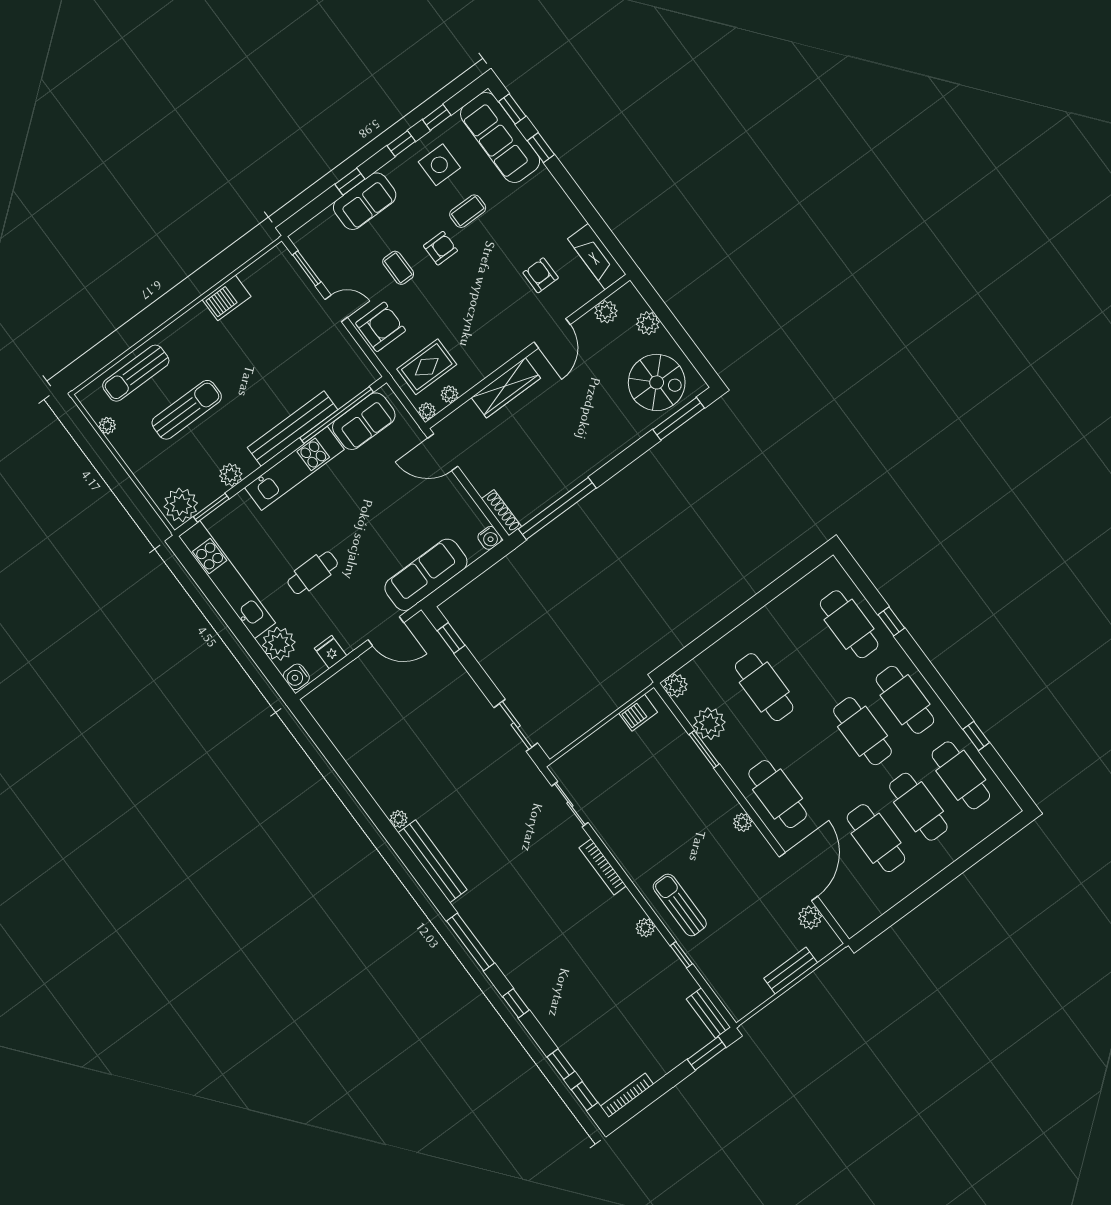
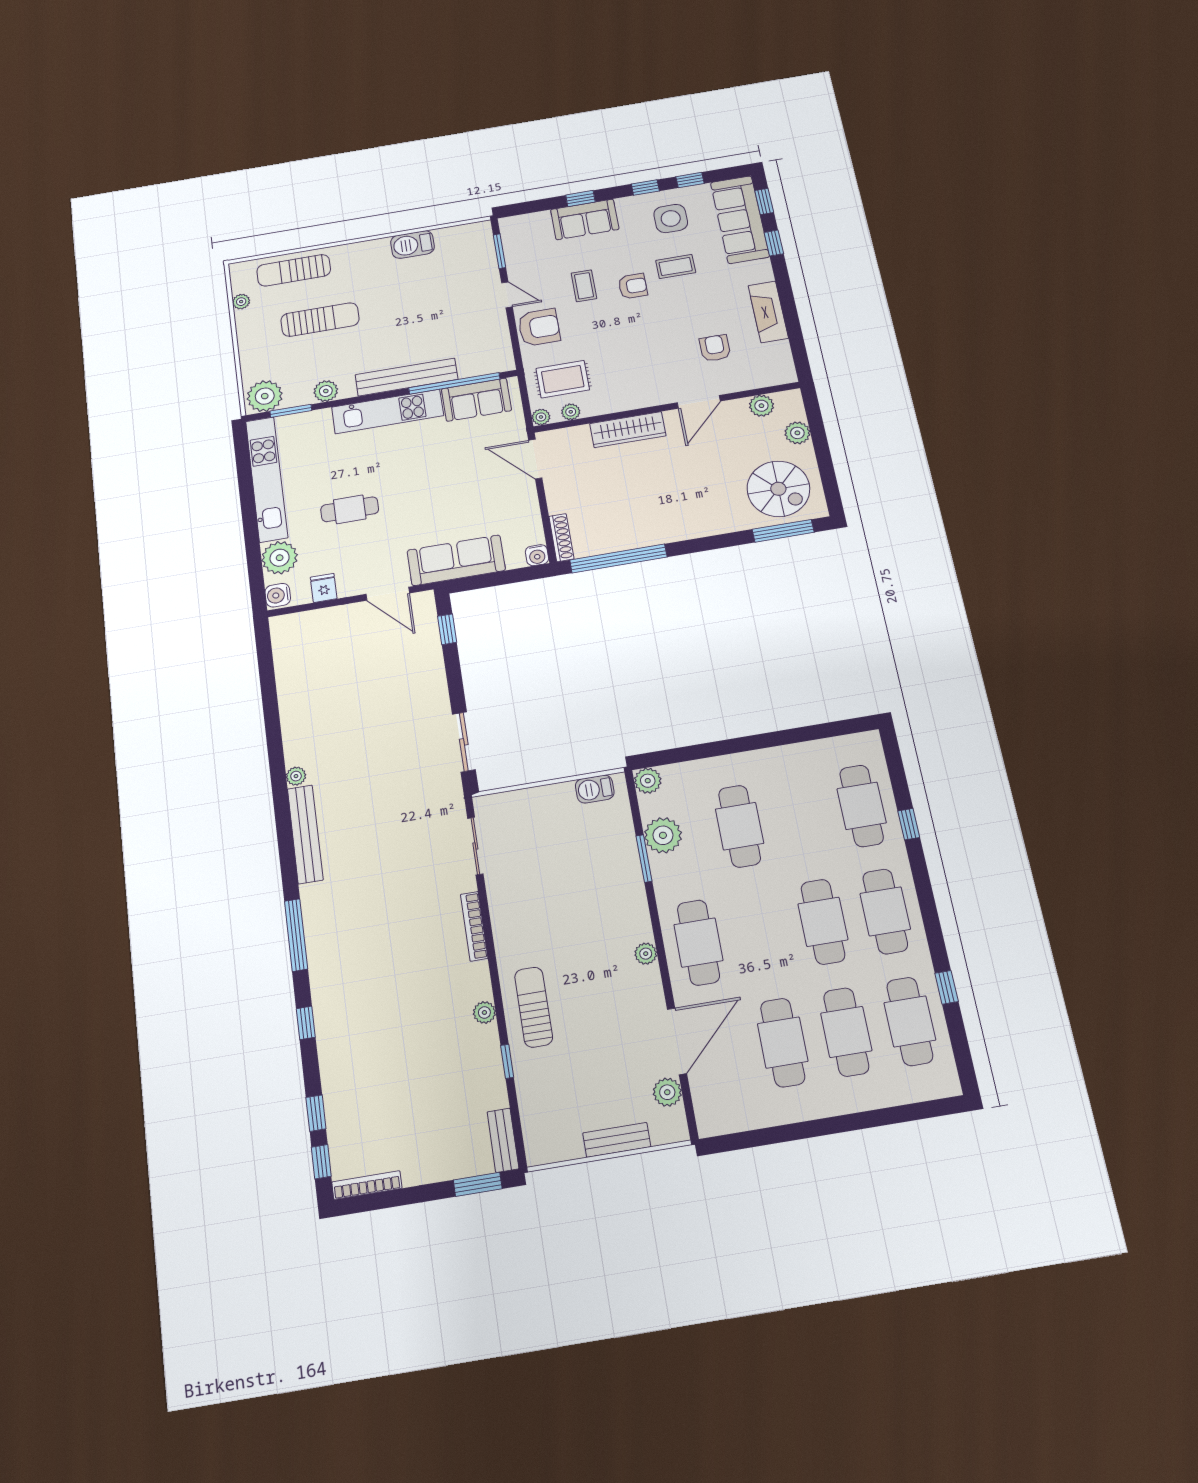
fireplace: (597, 256) -> (768, 312), moved

